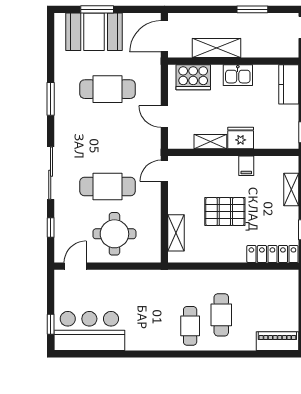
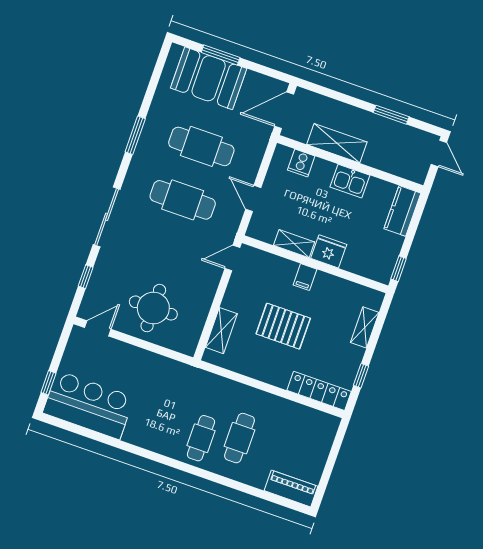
cooker: (193, 77) -> (301, 163), width x0.53, depth x0.76
filing cabinet: (246, 166) -> (305, 277), moved
cafe table: (107, 186) -> (183, 200), moved

